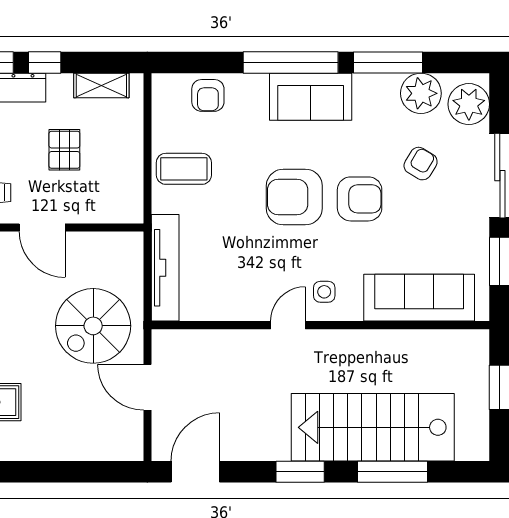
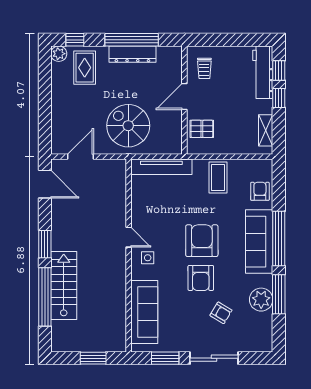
plant: (421, 93) -> (261, 300), moved
armchair: (208, 95) -> (260, 191), turned 90
sofa: (311, 97) -> (259, 242), width x1.36
plant: (469, 104) -> (255, 340), removed
pallet: (64, 150) -> (202, 129), moved
door: (147, 387) -> (81, 157), moved
stairs: (373, 427) -> (64, 286), width x0.73, depth x0.66
window: (393, 472) -> (45, 297), width x1.46

